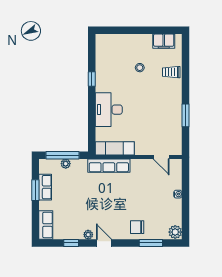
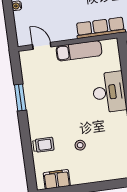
exam couch: (115, 148) -> (79, 51), moved

